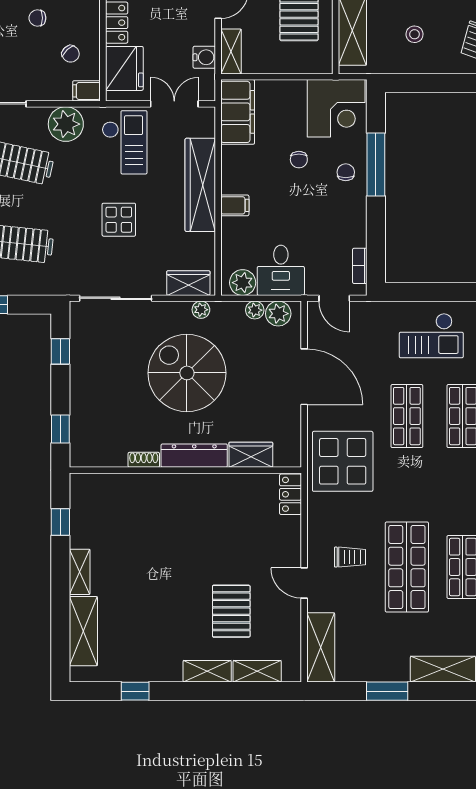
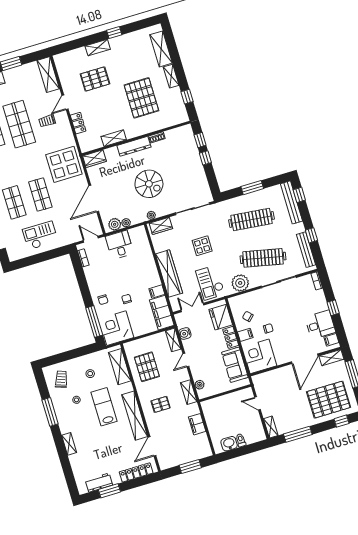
filing cabinet: (86, 91) -> (245, 335), moved
double door: (174, 104) -> (192, 308), swing flipped
window: (376, 164) -> (94, 322), moved
filing cabinet: (235, 205) -> (157, 291), moved
plant: (243, 283) -> (136, 234), removed
window: (60, 351) -> (205, 158), moved
spiral stairs: (187, 373) -> (149, 184), width x0.73, depth x0.73
door: (304, 377) -> (94, 198), hinge flipped
wardrobe: (251, 455) -> (95, 159), moved
locker: (290, 494) -> (78, 123), moved
pallet: (151, 547) -> (141, 98), added
door: (304, 583) -> (65, 102), swing flipped
pallet: (231, 611) -> (95, 79), turned 90
shelving: (257, 671) -> (114, 138), moved
window: (135, 691) -> (114, 33), moved

